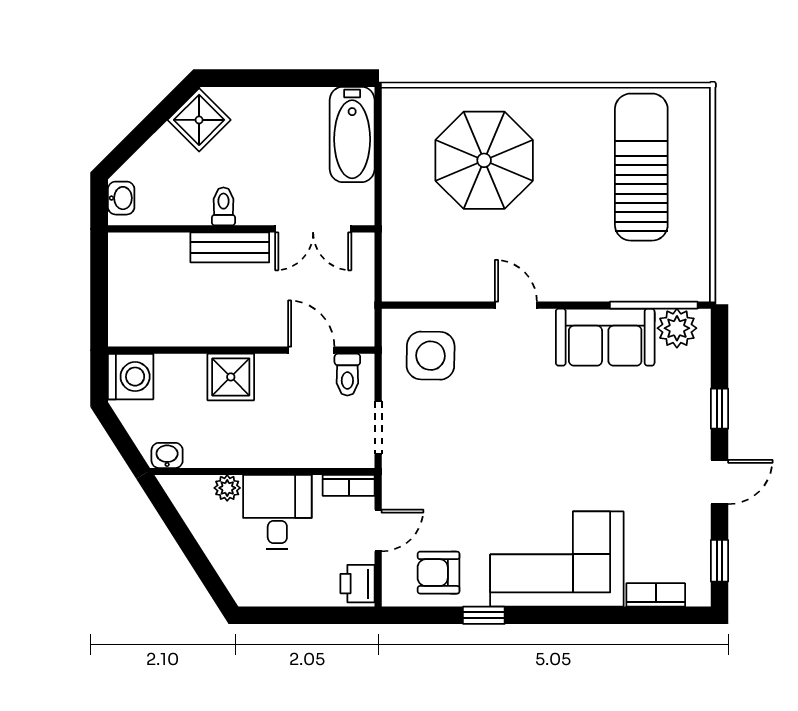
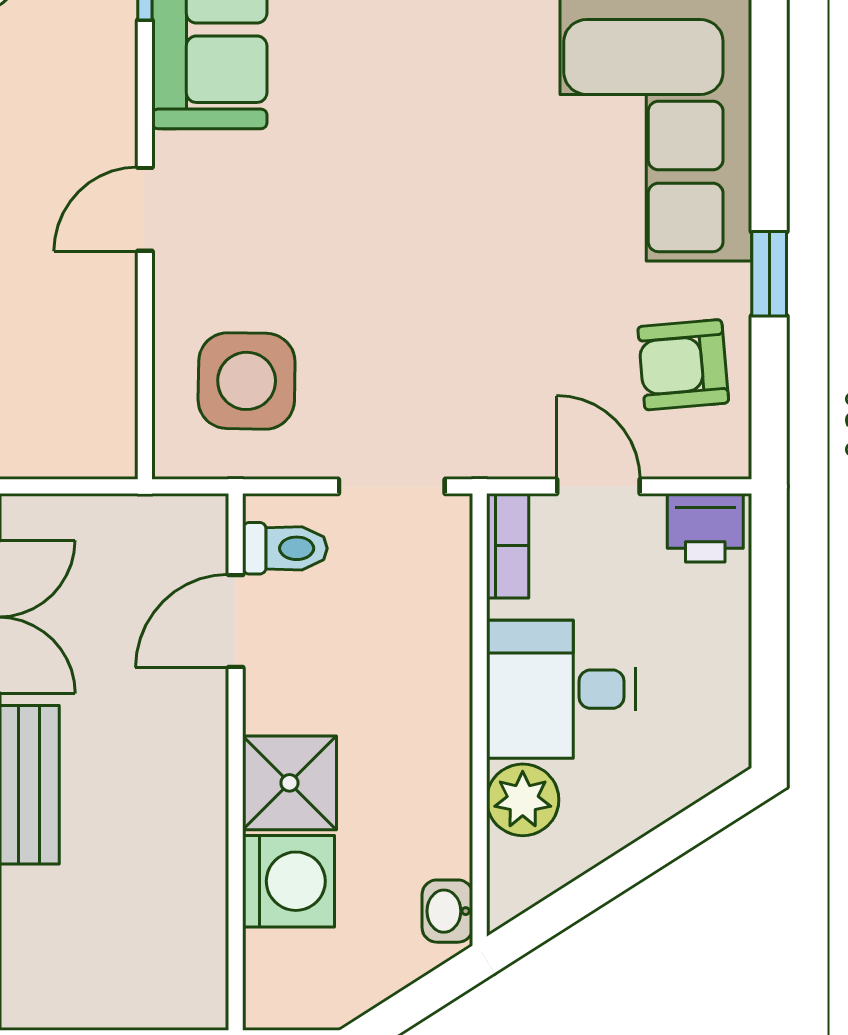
washing machine: (131, 377) -> (288, 881), moved, turned 90
plant: (227, 488) -> (523, 800), width x1.38, depth x1.38
armchair: (439, 573) -> (683, 365), turned 85

